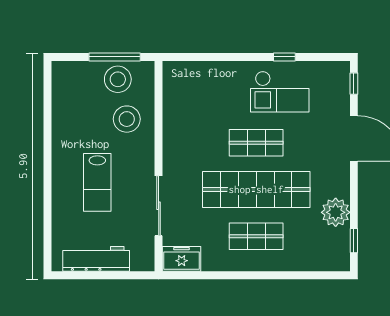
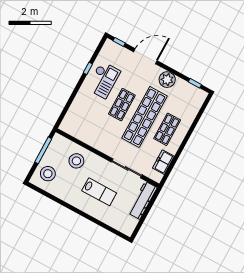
stool: (118, 79) -> (48, 174), moved
plant: (336, 212) -> (167, 80), moved
workbench: (96, 259) -> (143, 200), moved
freezer: (182, 259) -> (163, 162), moved

